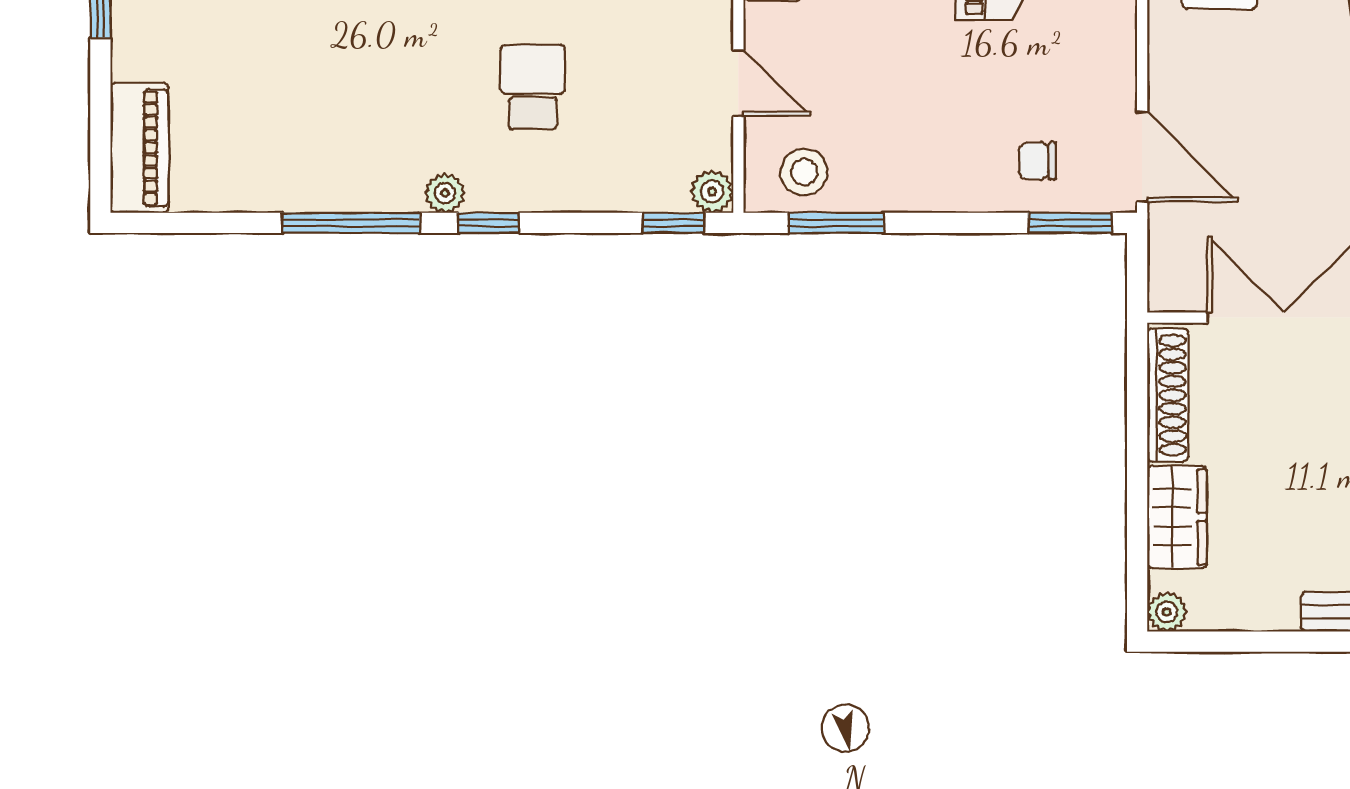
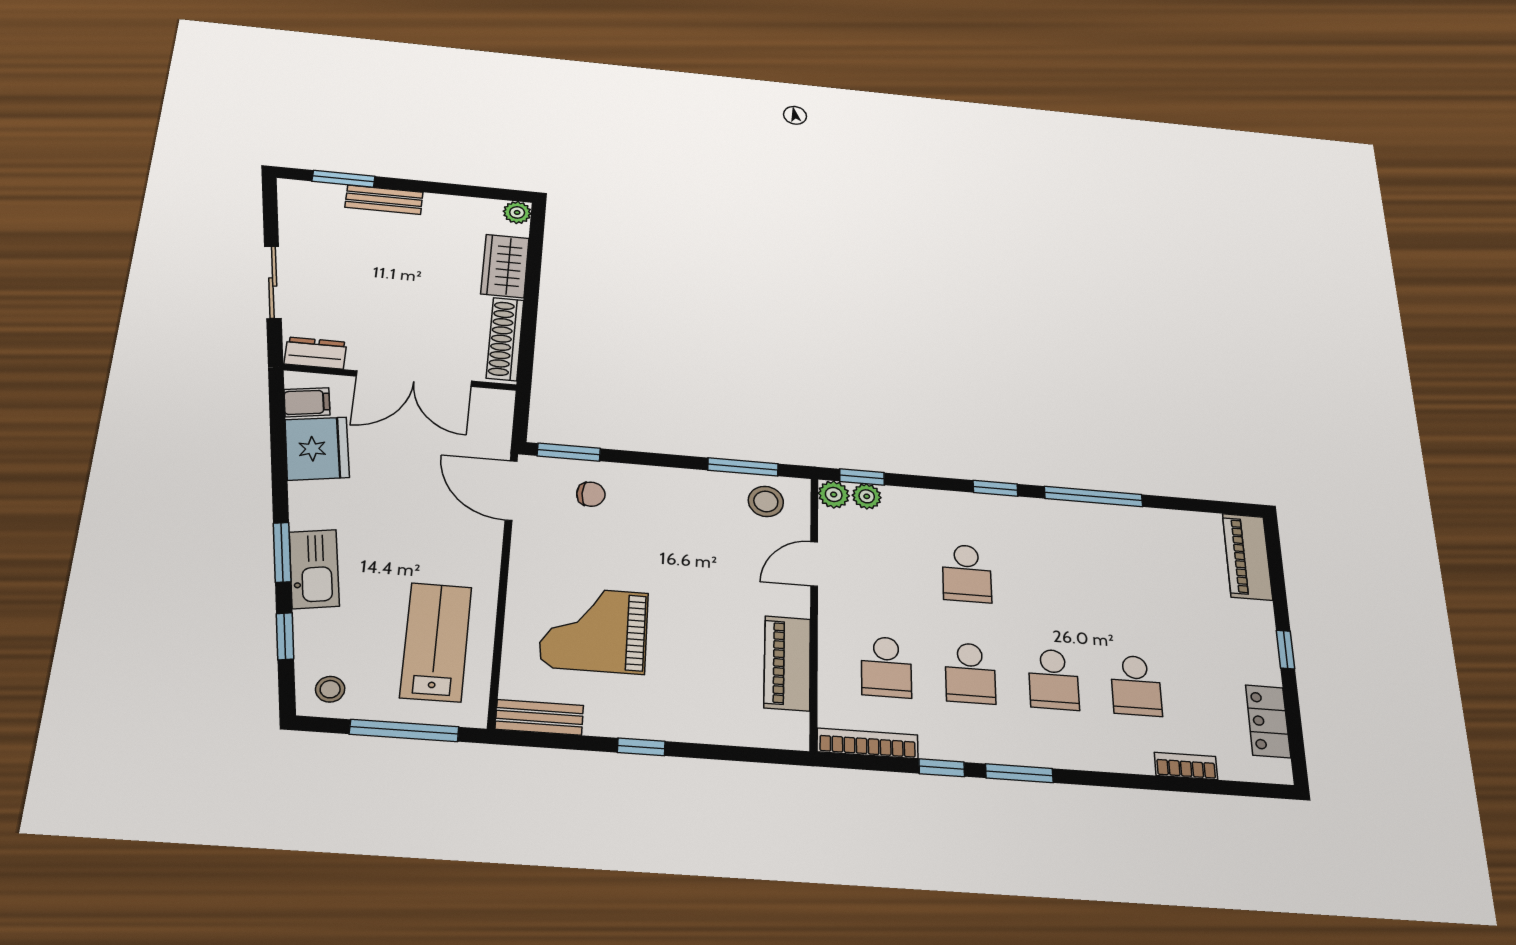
door: (738, 83) -> (814, 564), hinge flipped
plant: (445, 193) -> (867, 496), moved

